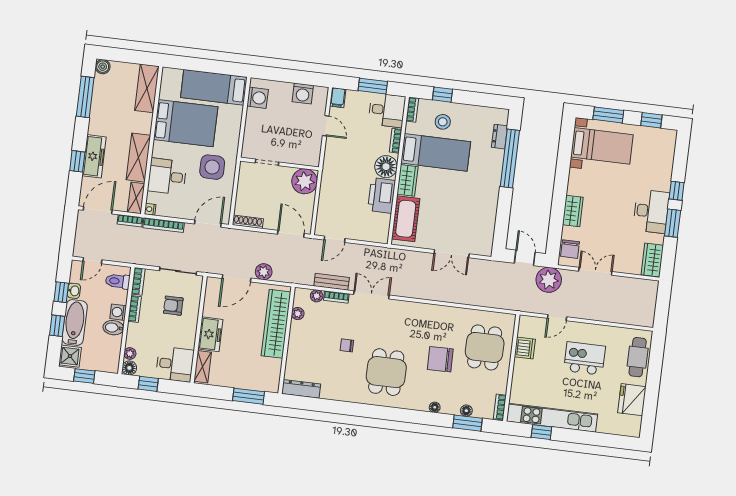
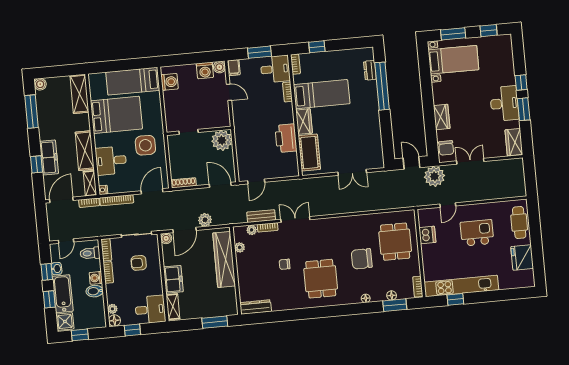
boiler: (321, 93) -> (219, 67), added
stool: (443, 122) -> (322, 69), removed
floor lamp: (386, 167) -> (284, 114), removed
boiler: (212, 284) -> (166, 238), added

